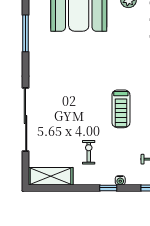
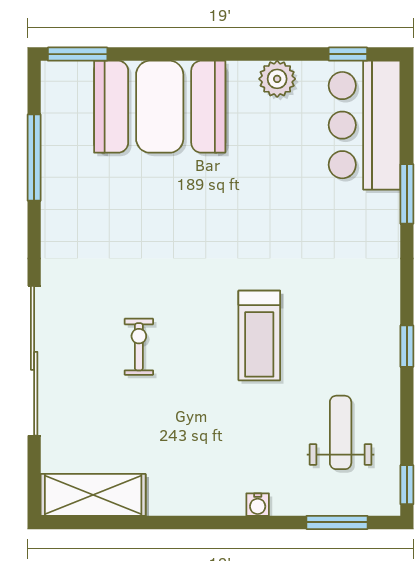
exercise bike: (89, 152) -> (139, 347), moved
window: (108, 188) -> (229, 522), removed

